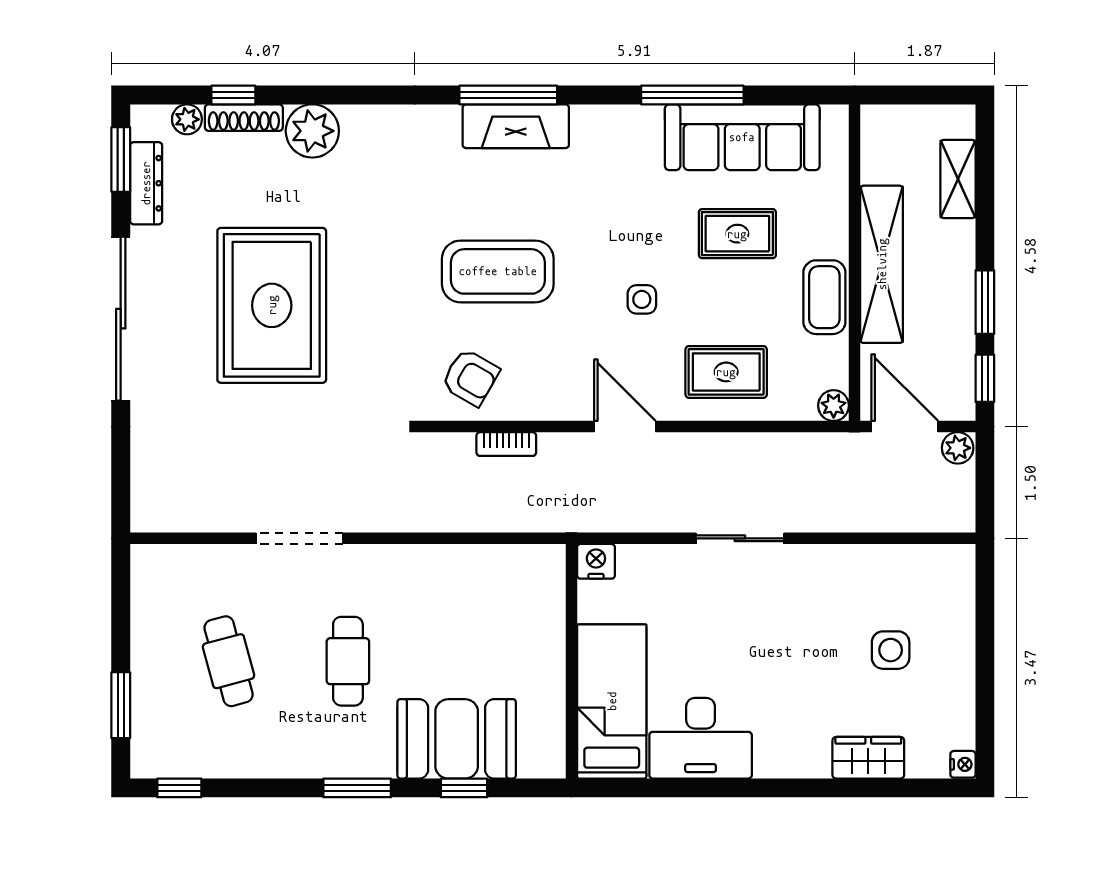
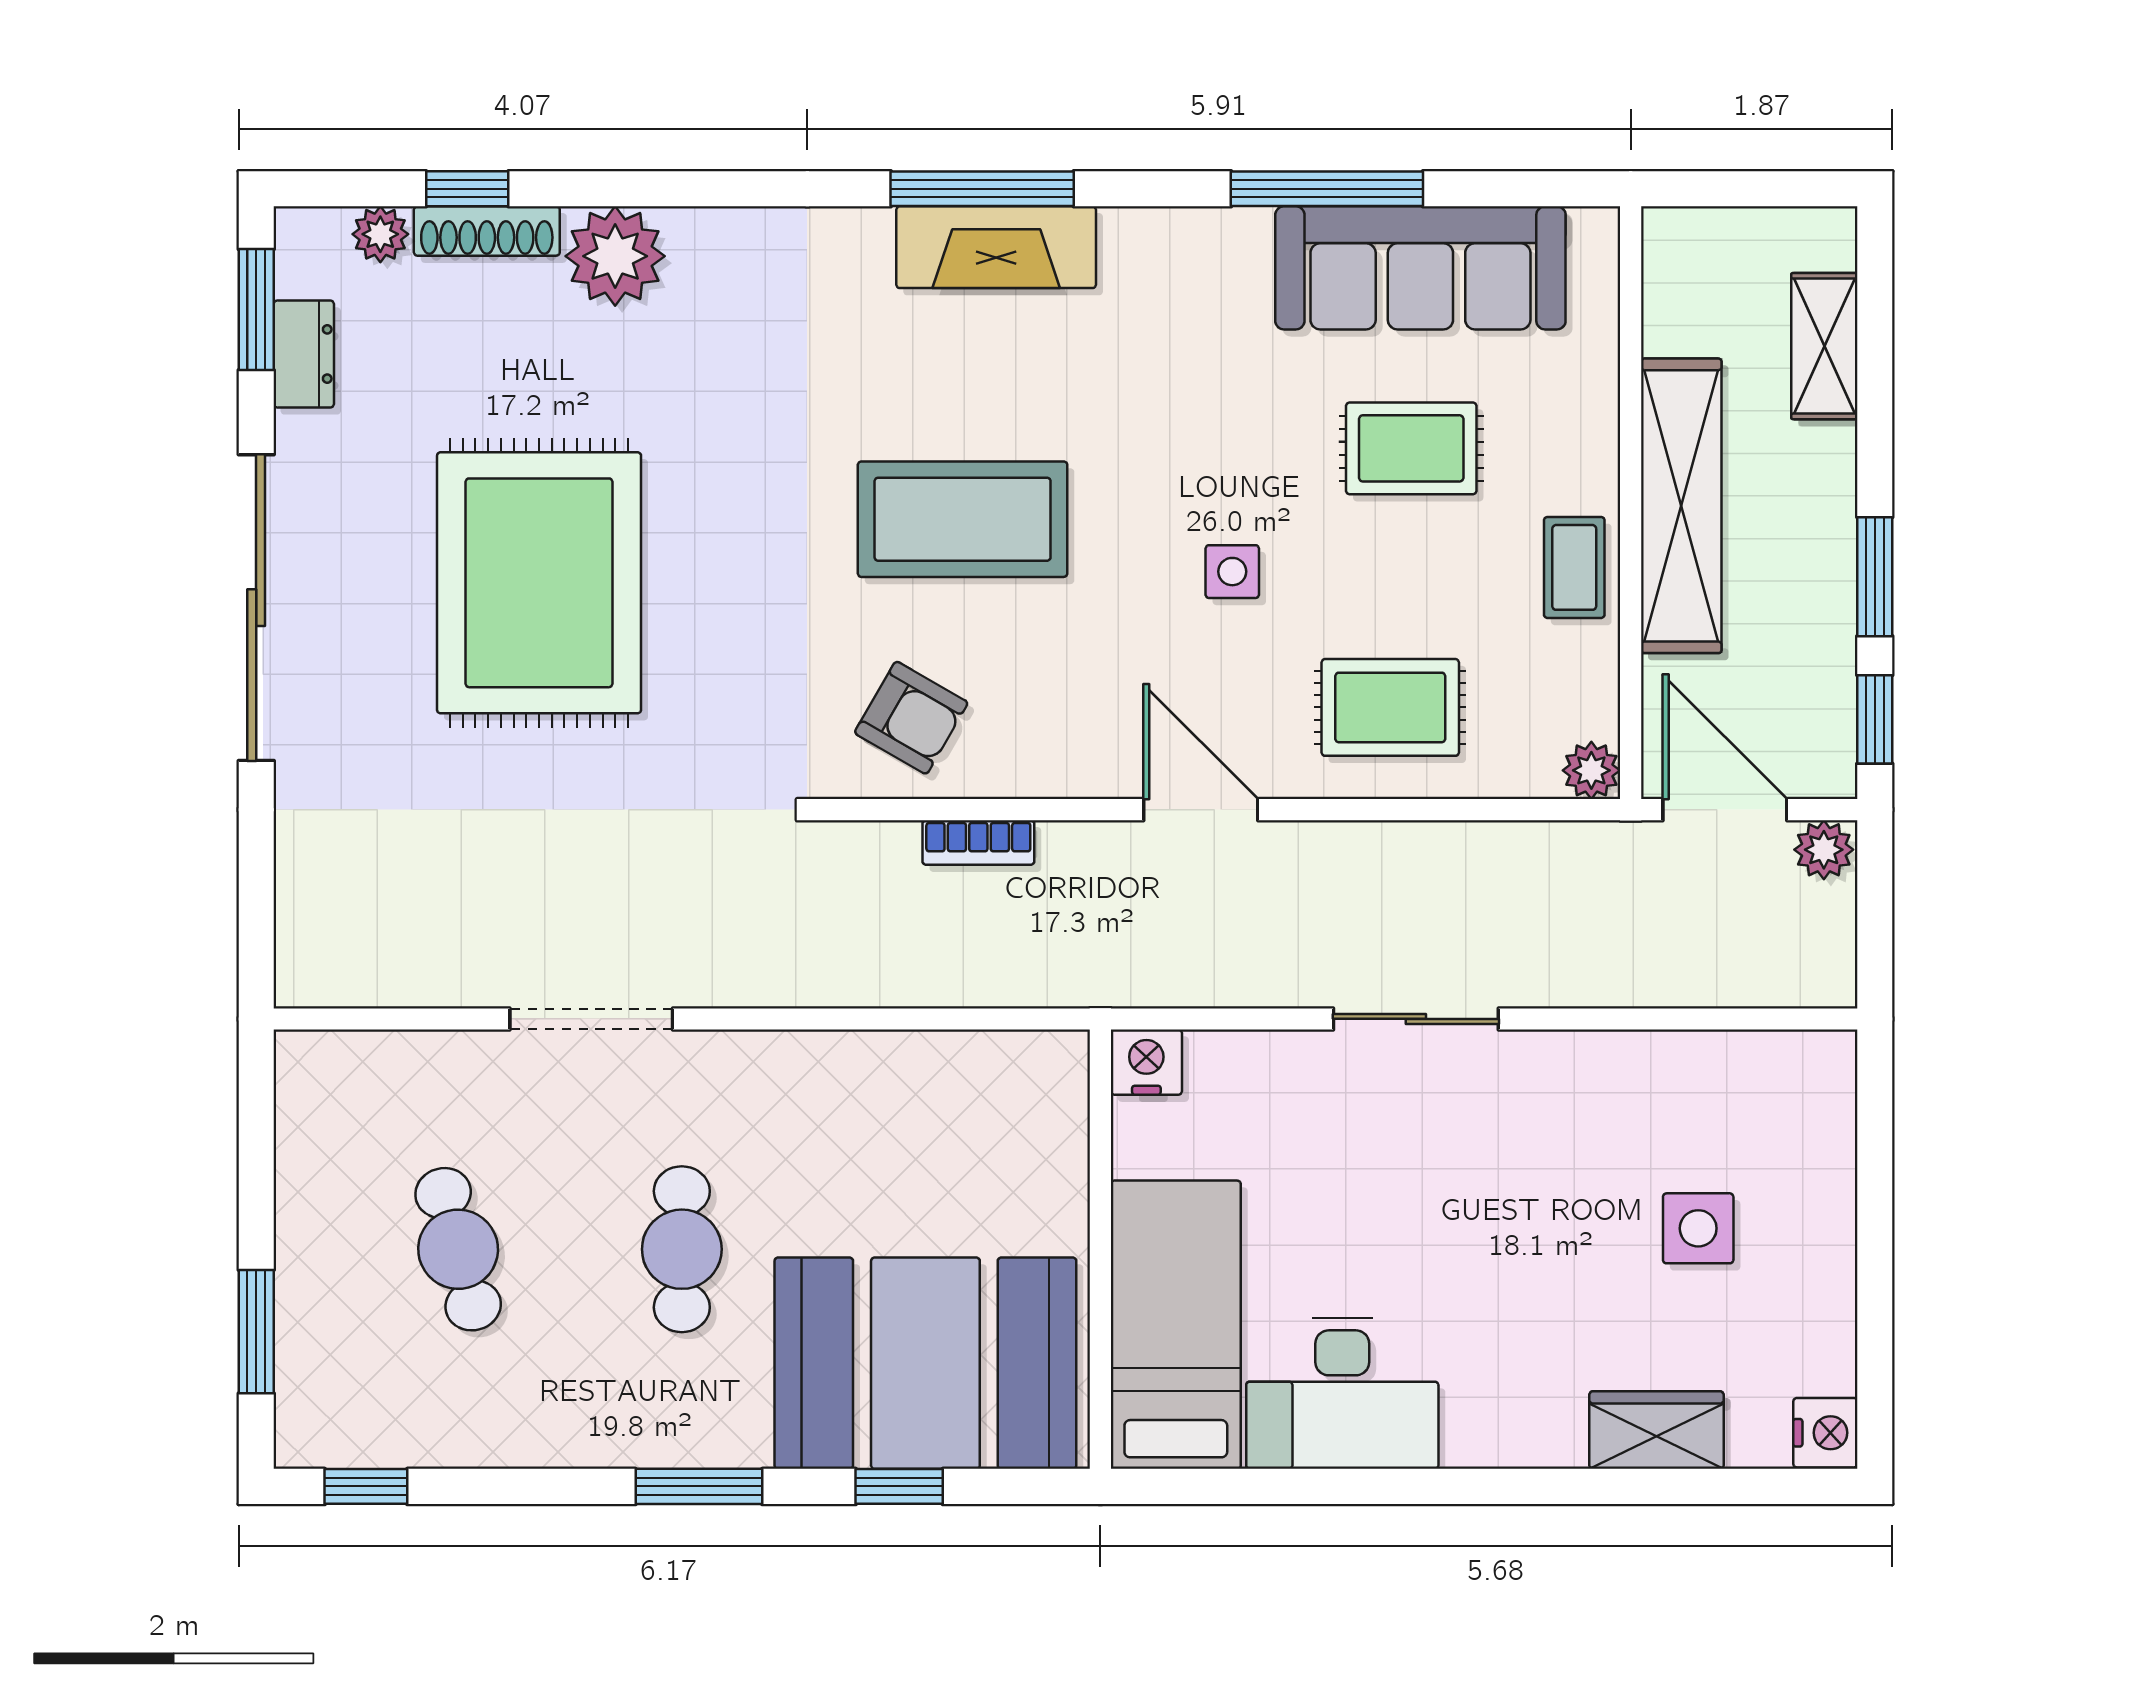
dresser: (146, 183) -> (304, 354), width x0.70
coffee table: (824, 297) -> (1574, 567), width x0.73, depth x0.77
booth: (457, 739) -> (925, 1363), width x1.36, depth x1.42
nightstand: (963, 764) -> (1825, 1433), width x1.39, depth x1.35

